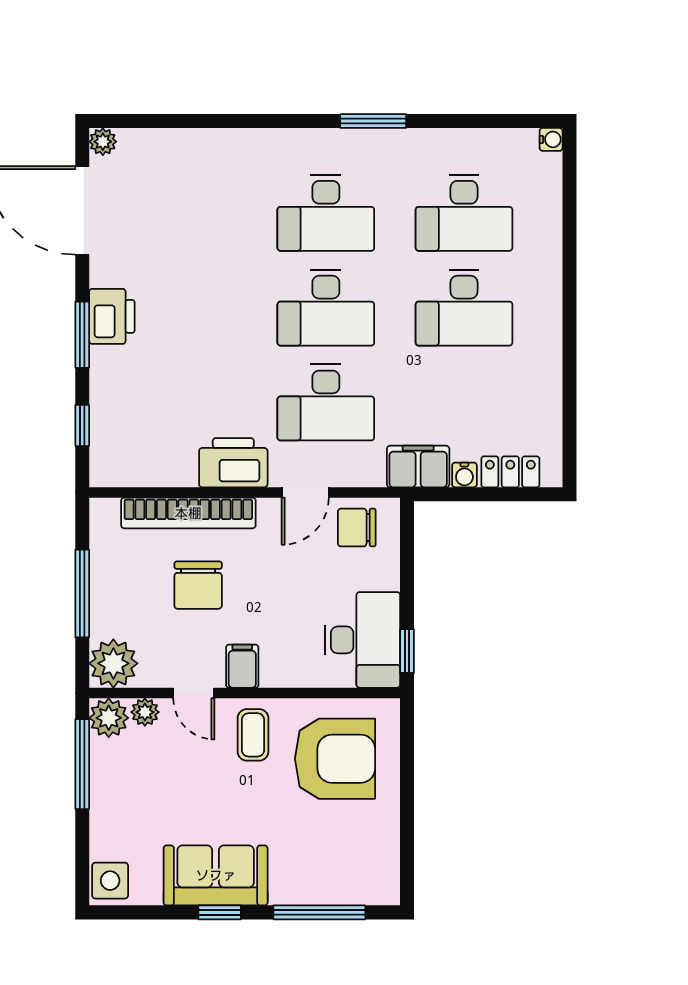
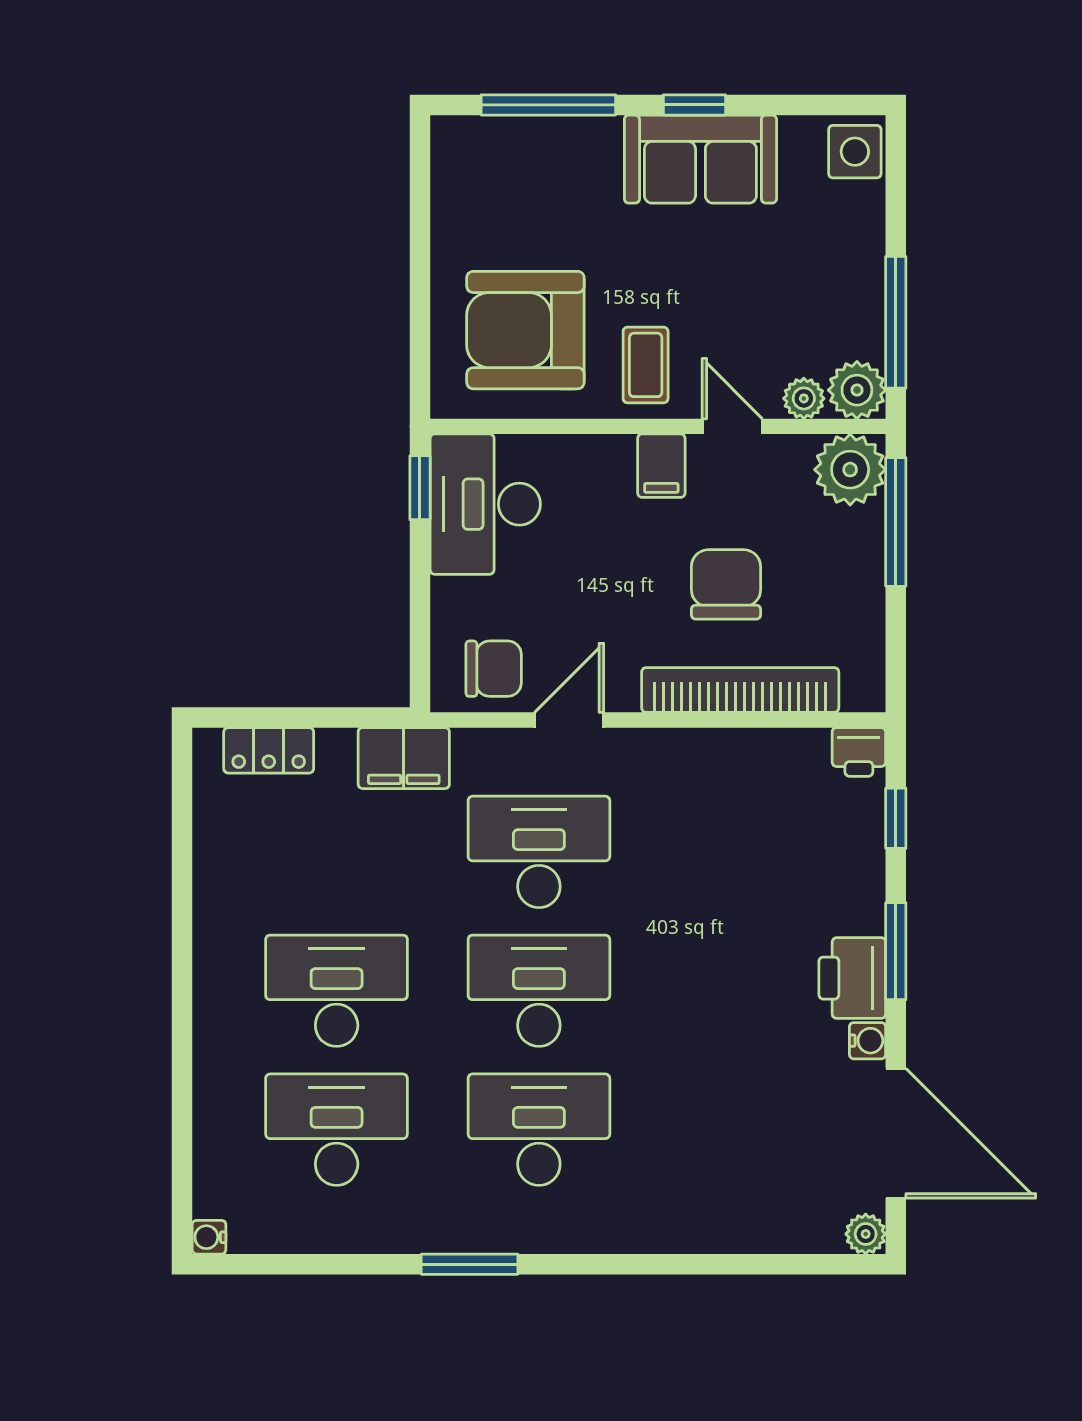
printer: (233, 463) -> (859, 752), moved, width x0.53, depth x0.68
water cooler: (464, 475) -> (868, 1041), moved, turned 90
window: (82, 594) -> (896, 522), moved

